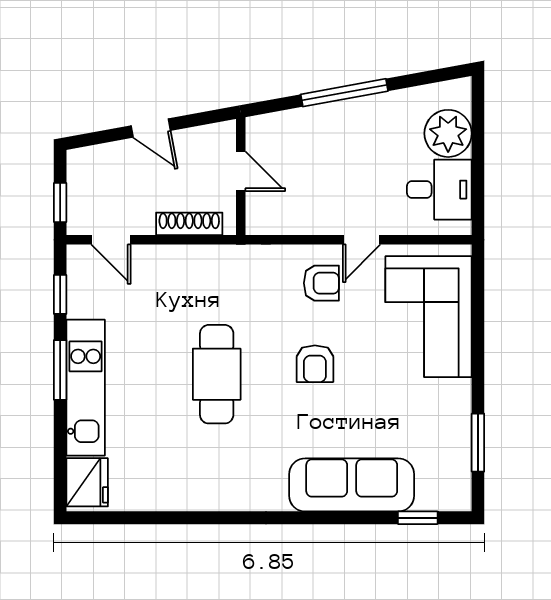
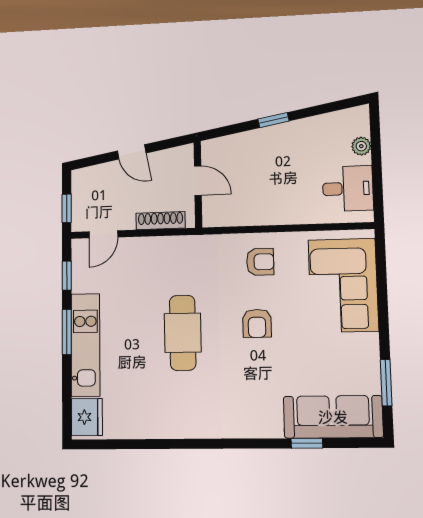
window: (344, 93) -> (273, 120), width x0.46
plant: (448, 133) -> (361, 146), width x0.53, depth x0.53
door: (111, 240) -> (103, 234), hinge flipped
door: (362, 240) -> (290, 228), removed
sofa: (352, 485) -> (333, 417), moved
window: (418, 518) -> (307, 443), moved

